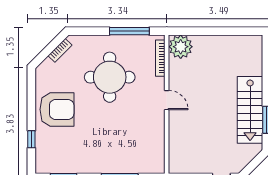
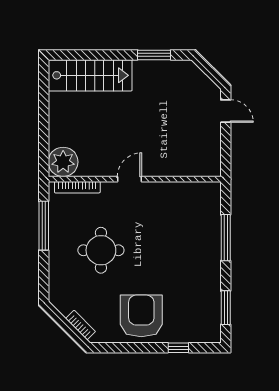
bookcase: (60, 50) -> (81, 325), moved
round table: (110, 77) -> (101, 250), width x0.73, depth x0.73
stairs: (250, 110) -> (90, 75), moved

